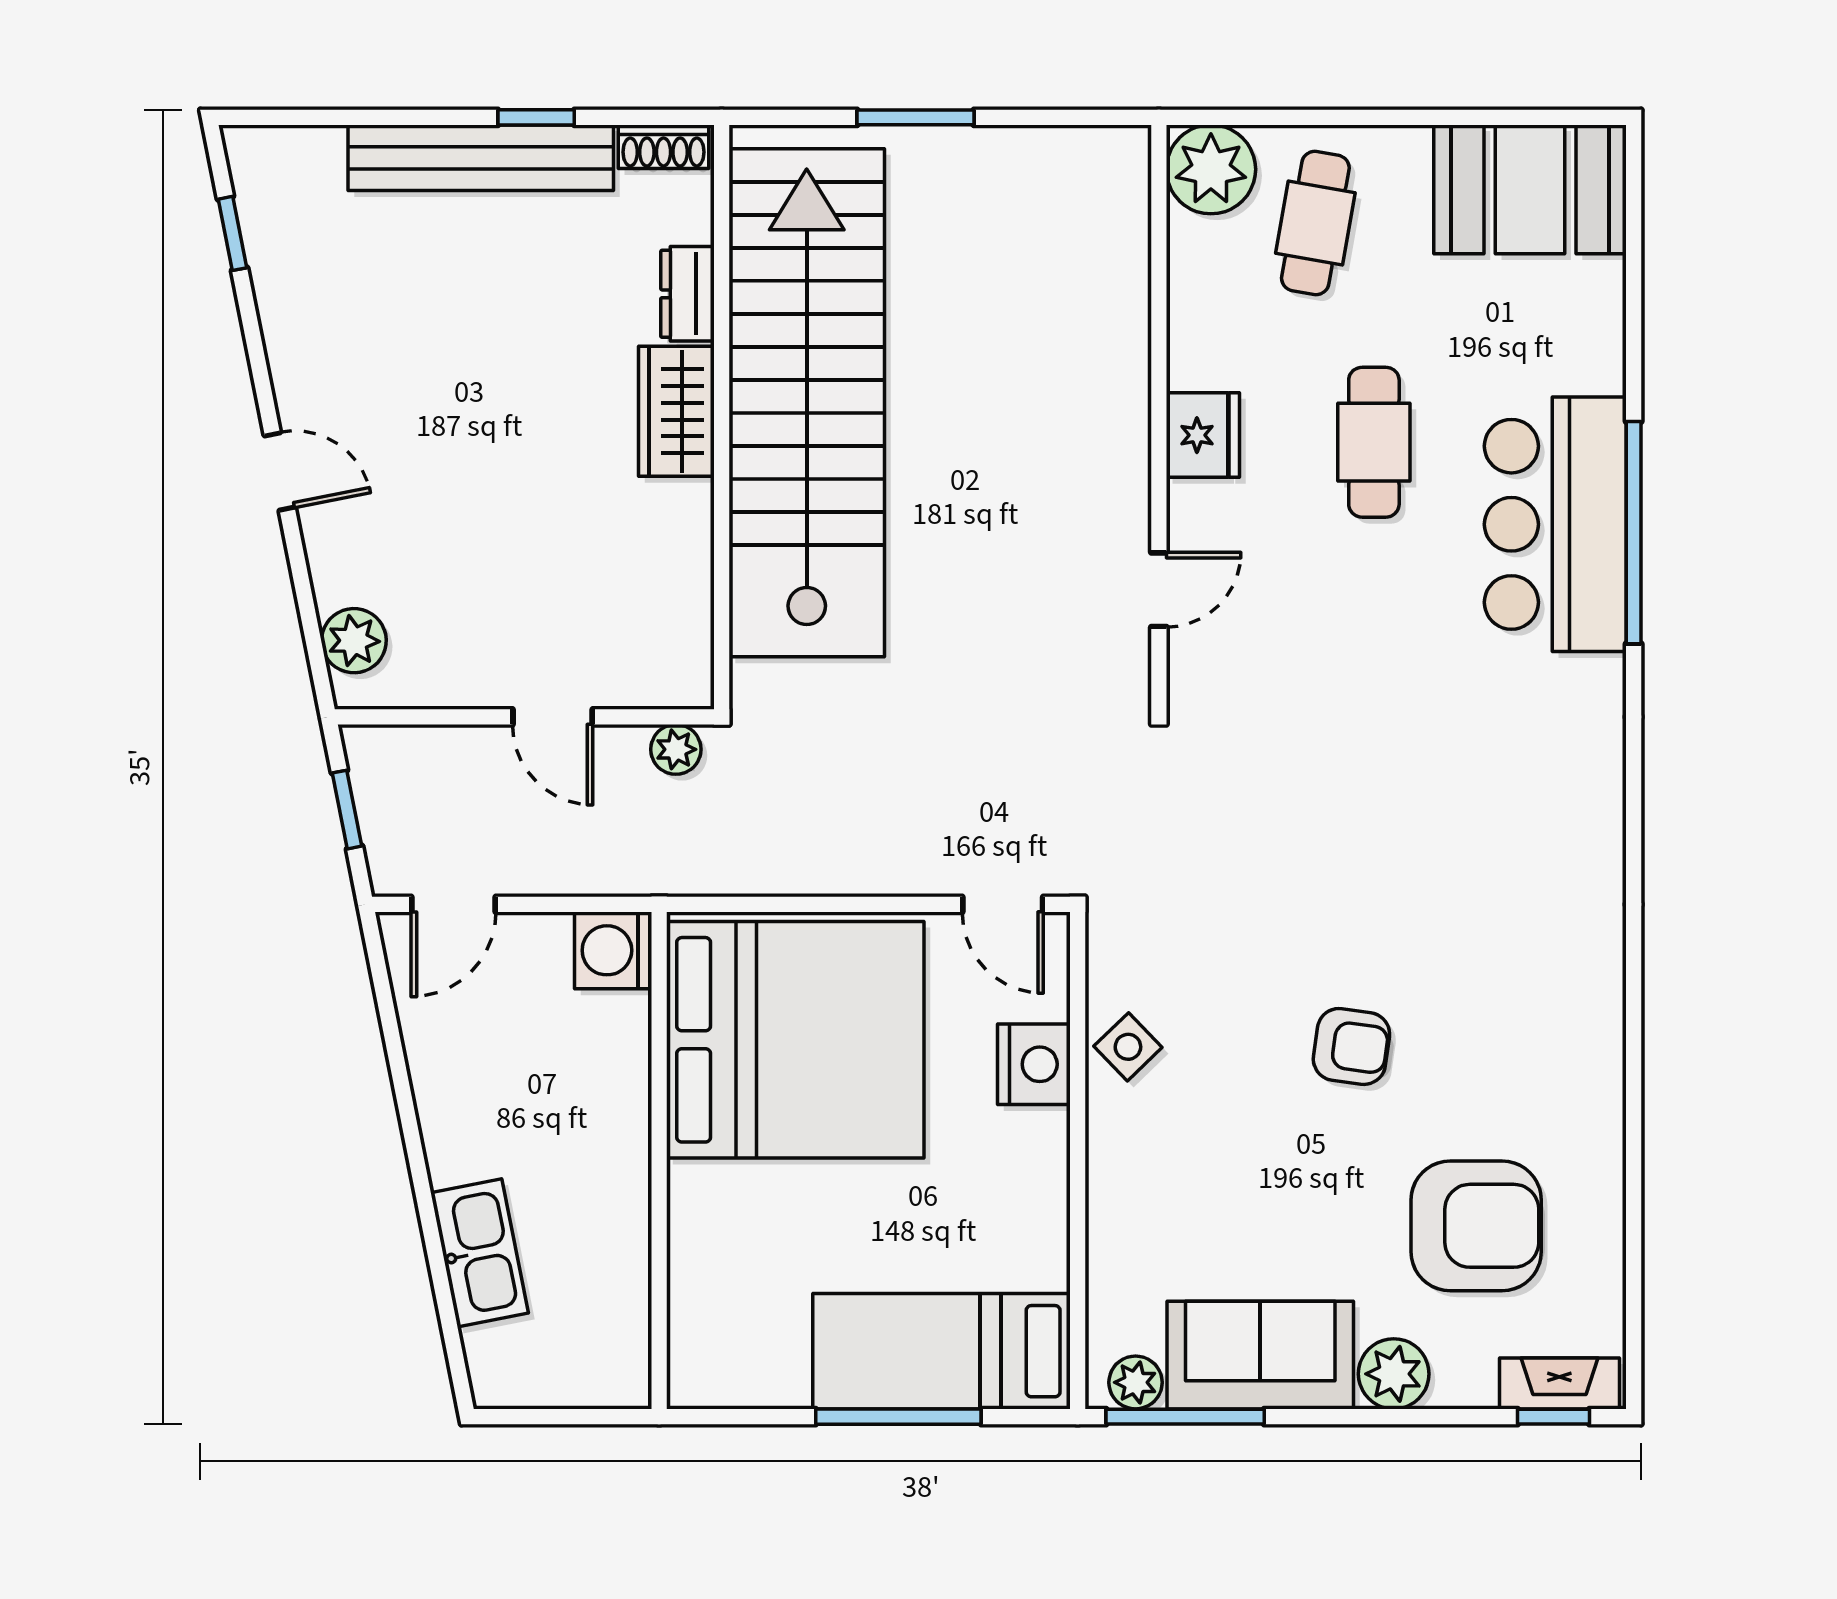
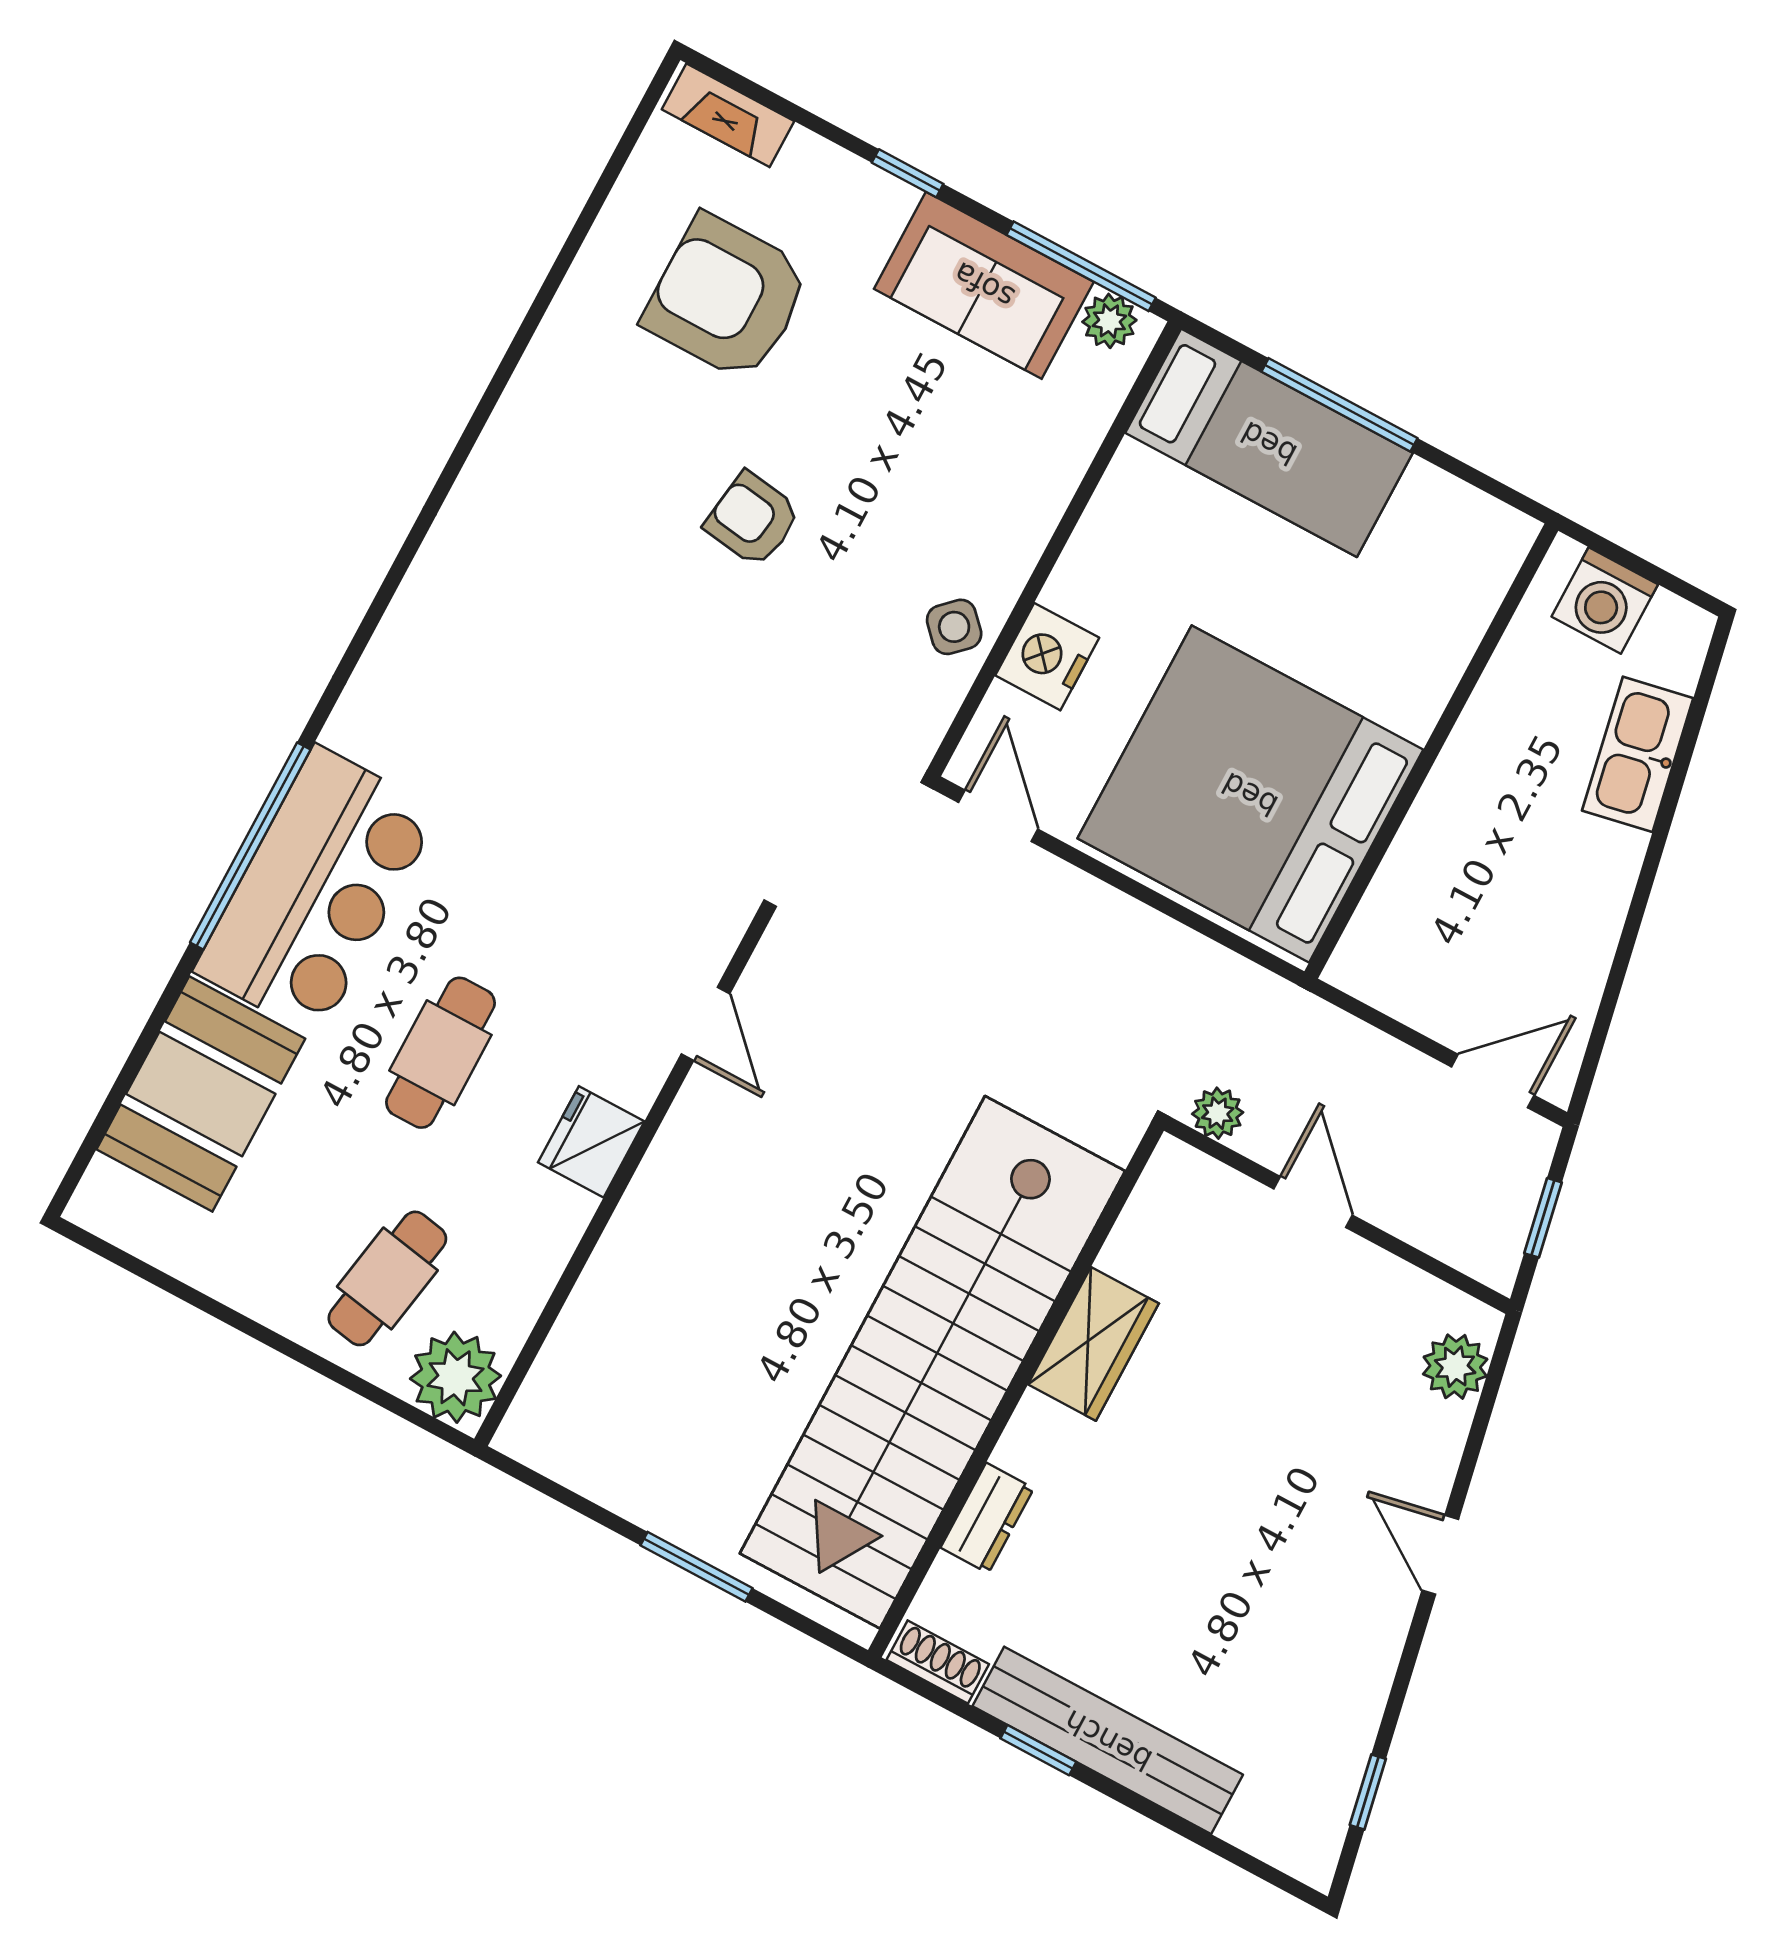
booth: (1530, 189) -> (201, 1094), moved, turned 90
wardrobe: (676, 411) -> (1093, 1344), moved
door: (1159, 590) -> (705, 1024), swing flipped
washing machine: (613, 950) -> (1605, 600), moved, turned 90
plant: (1394, 1374) -> (873, 204), removed
window: (1553, 1417) -> (908, 173), moved

